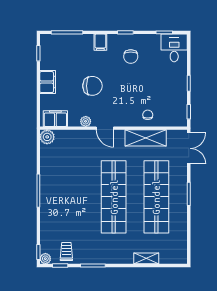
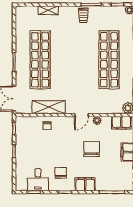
filing cabinet: (100, 42) -> (85, 184), width x2.00
desk: (174, 48) -> (38, 180), moved
chair: (92, 86) -> (92, 149), turned 90
door: (105, 128) -> (82, 115), swing flipped
shop shelf: (114, 197) -> (109, 60), moved
trolley: (66, 252) -> (83, 15), moved

